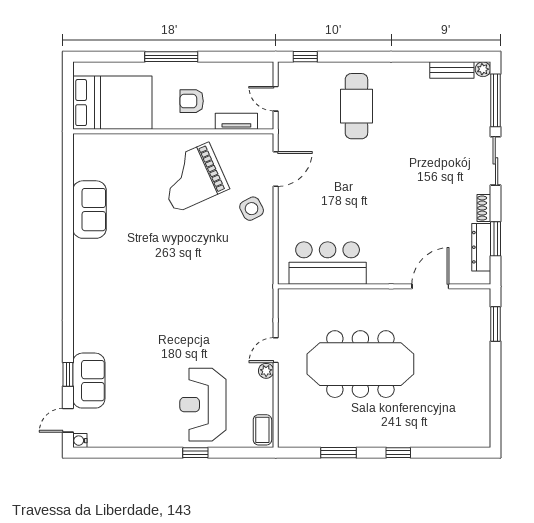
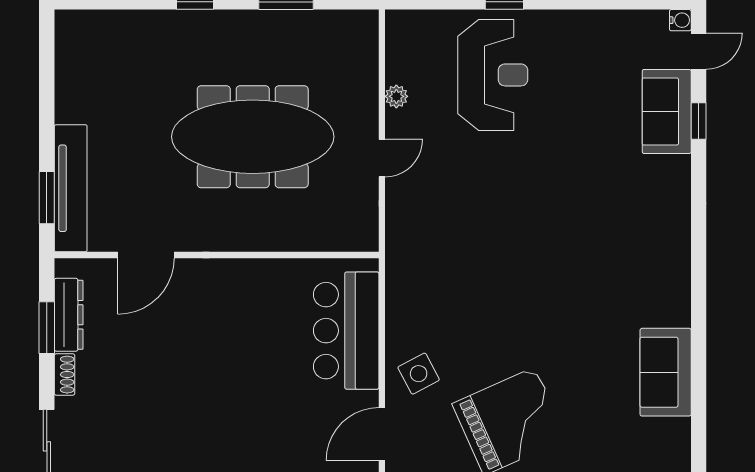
bar counter: (328, 263) -> (346, 331), moved, turned 90
tv unit: (480, 330) -> (71, 188), added
plant: (266, 371) -> (396, 96), moved
coffee table: (262, 430) -> (402, 36), removed

